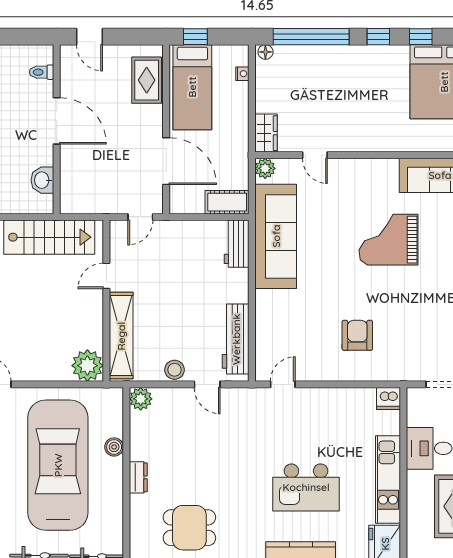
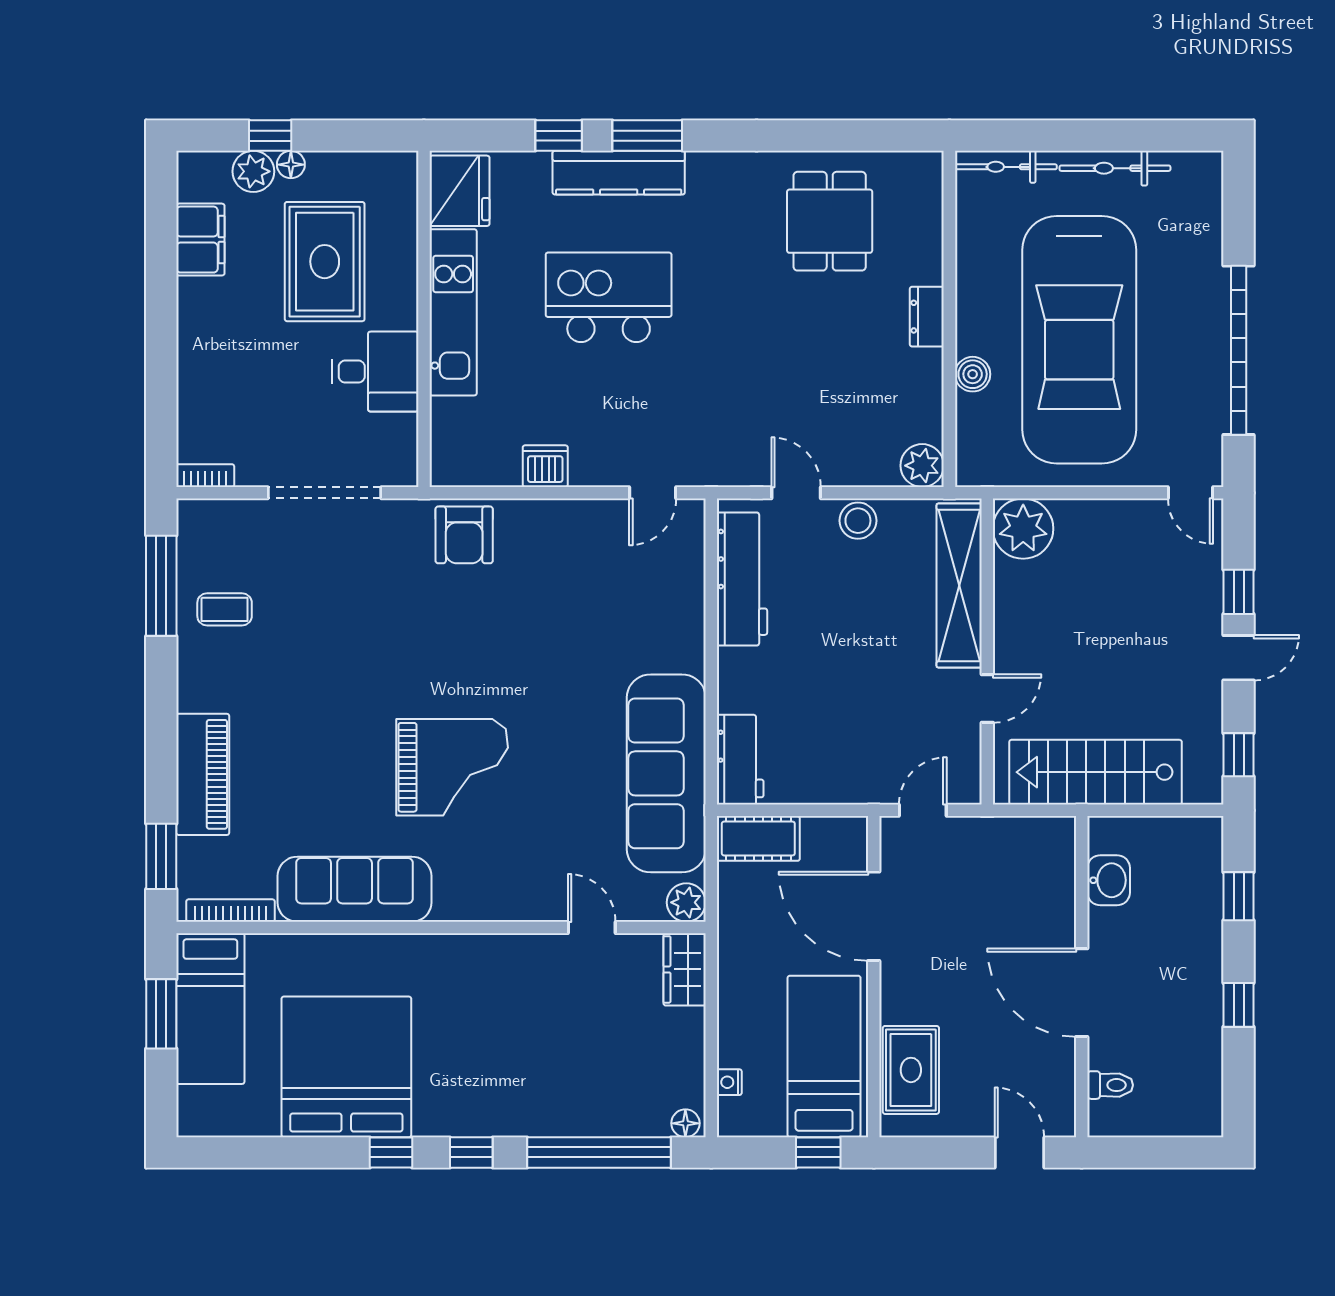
armchair: (357, 335) -> (464, 535), moved
dishwasher: (389, 398) -> (545, 466), moved
dining table: (189, 528) -> (830, 221), turned 90

